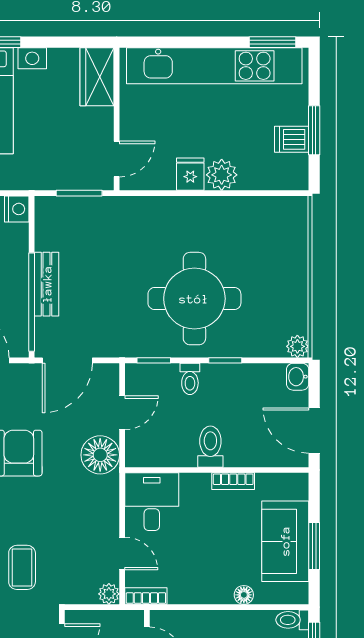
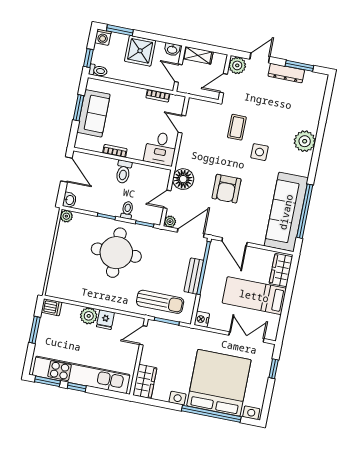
window: (218, 42) -> (77, 387), added
dishwasher: (292, 139) -> (52, 307), moved
sun lounger: (98, 226) -> (160, 302), added
plant: (109, 594) -> (170, 222), moved
floor lamp: (244, 595) -> (121, 89), removed
bookcase: (146, 596) -> (158, 96), moved

